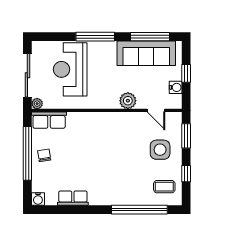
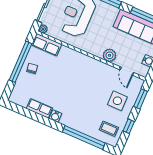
water cooler: (38, 199) -> (55, 116), moved

